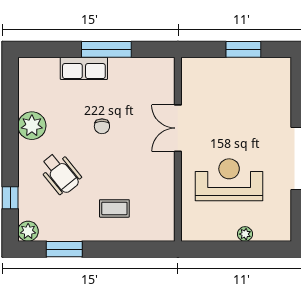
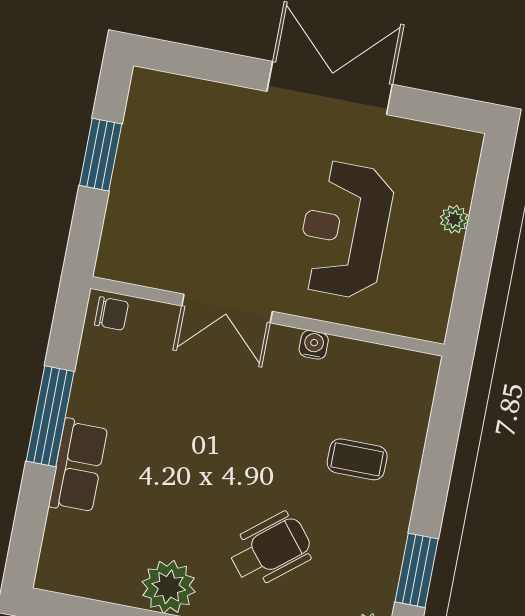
chair: (102, 126) -> (111, 314), moved
water cooler: (168, 175) -> (314, 345), added
coffee table: (114, 208) -> (357, 459), turned 90

